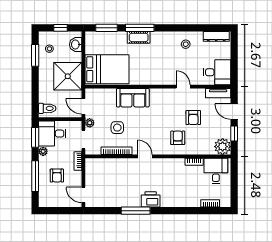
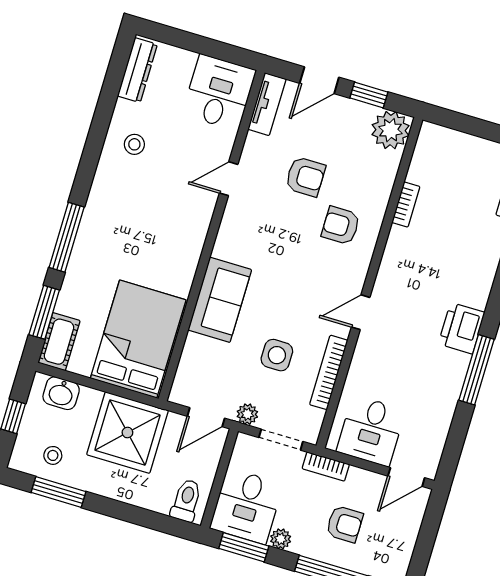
cot: (139, 37) -> (59, 342), moved
desk: (216, 171) -> (371, 431), moved, turned -90

